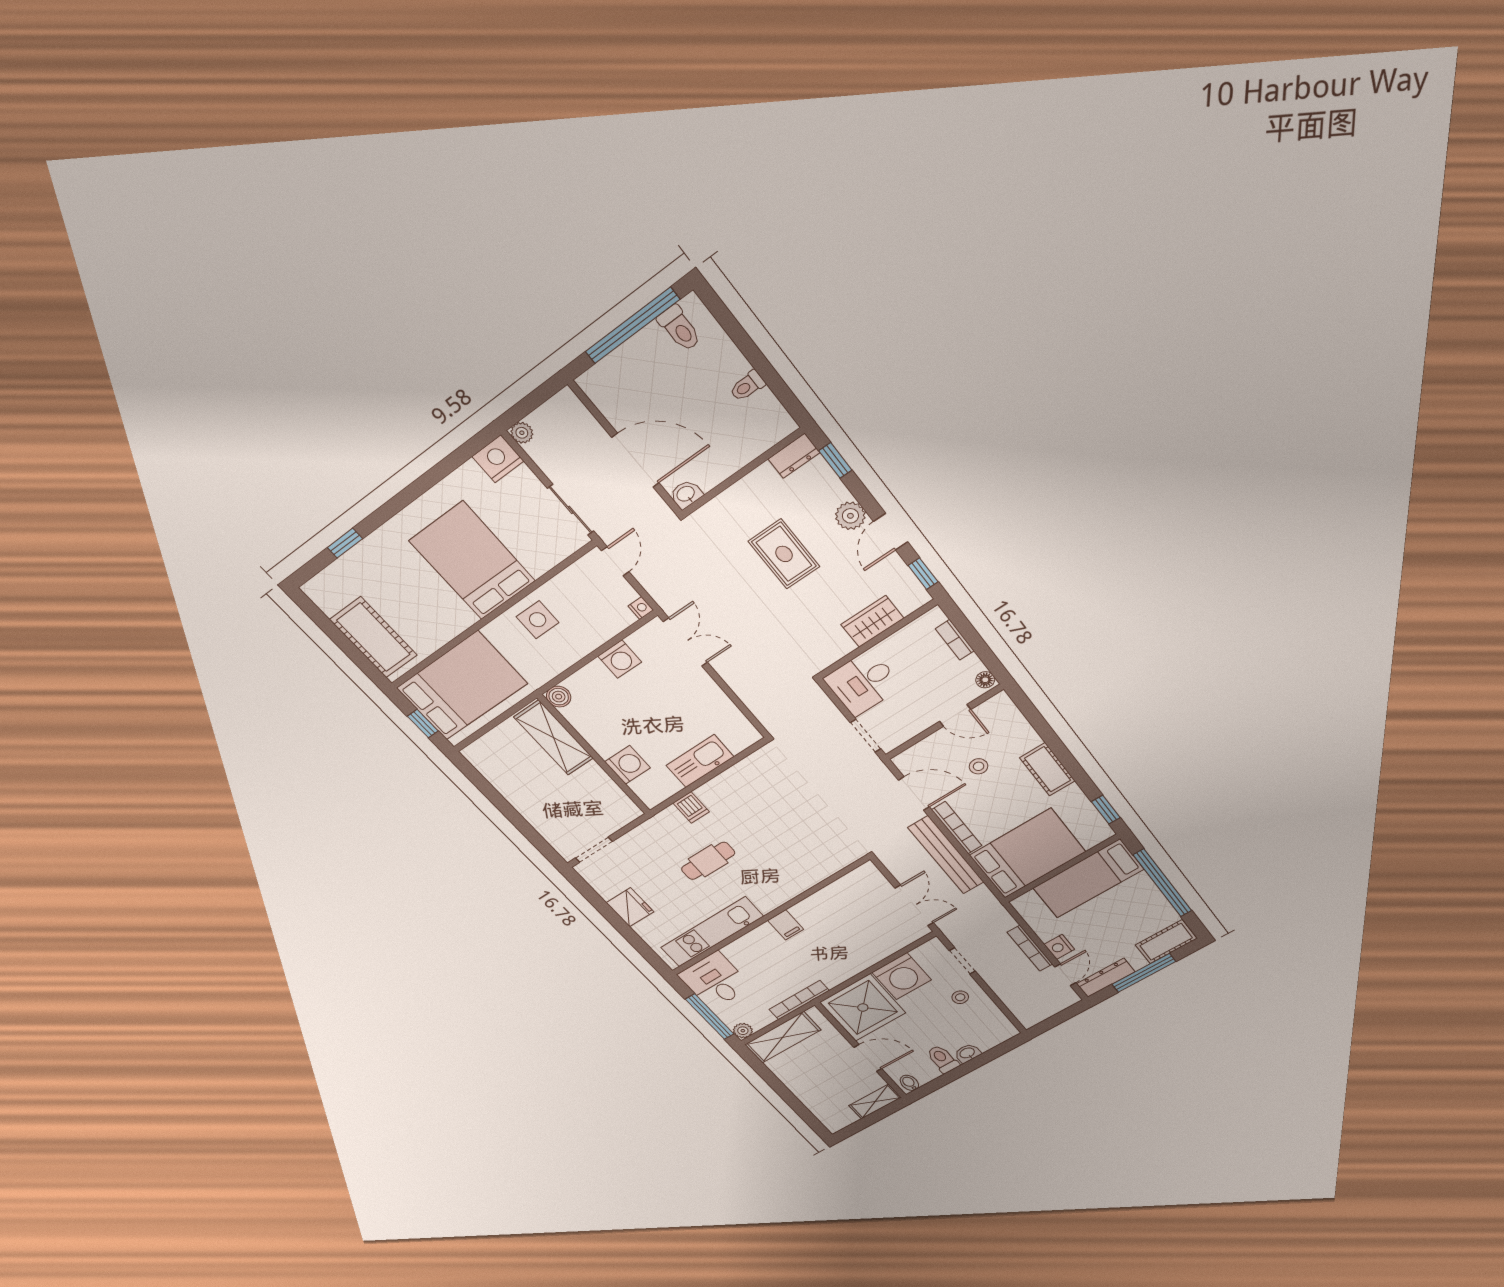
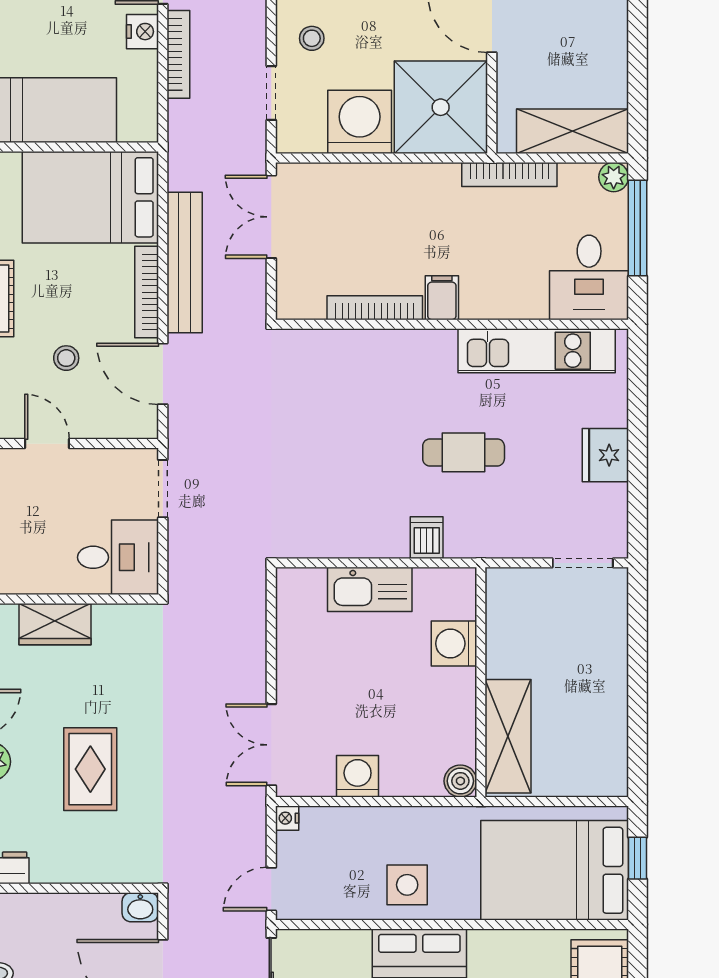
bookcase: (819, 898) -> (375, 308), added

